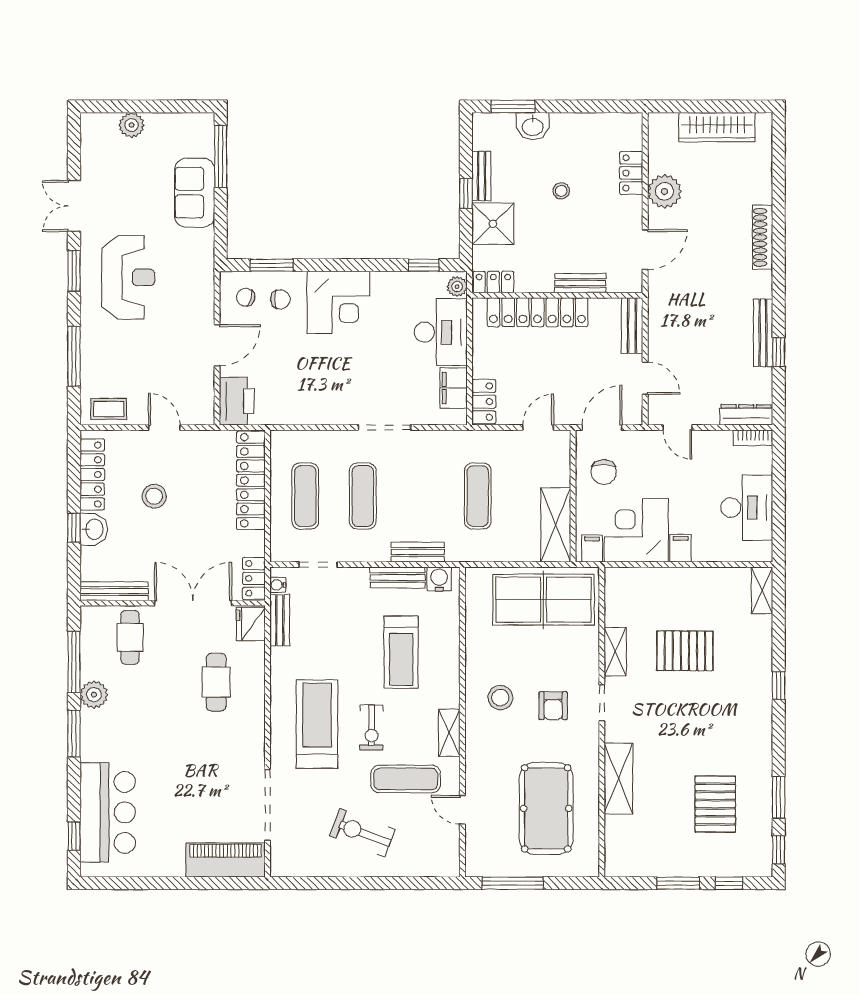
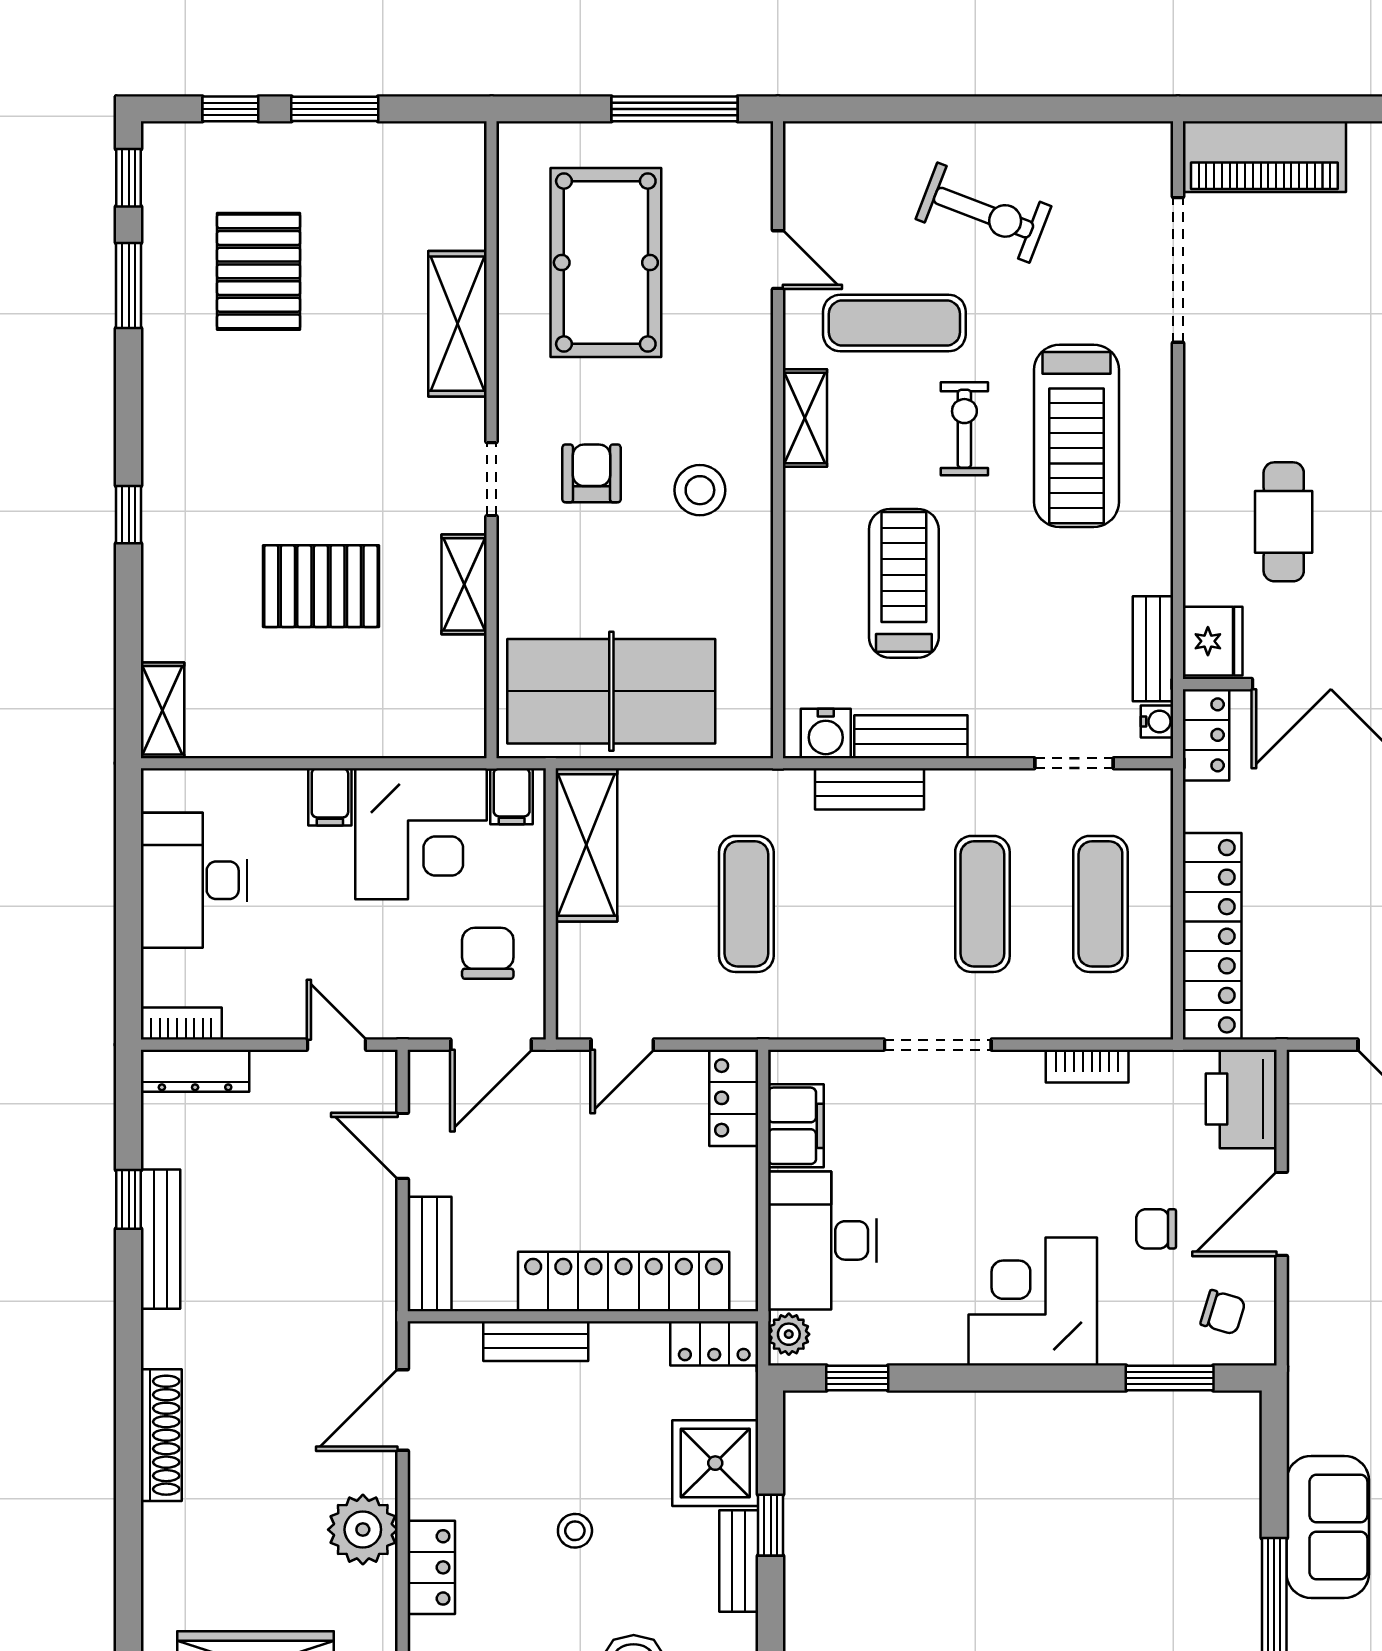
chair: (280, 299) -> (1156, 1229), moved
bookcase: (312, 417) -> (1087, 1066), added

